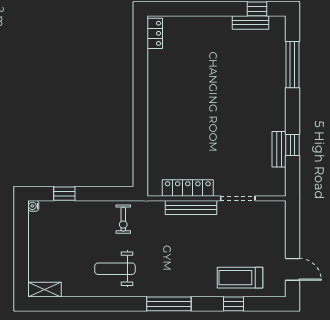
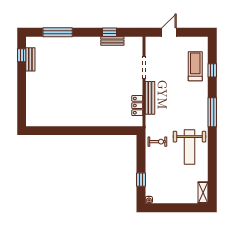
locker: (155, 33) -> (37, 121), removed
locker: (188, 188) -> (137, 106), width x0.66
weight bench: (115, 269) -> (189, 147), width x1.36, depth x1.33
door: (292, 269) -> (169, 32), moved
treadmill: (240, 278) -> (195, 66), turned 180

